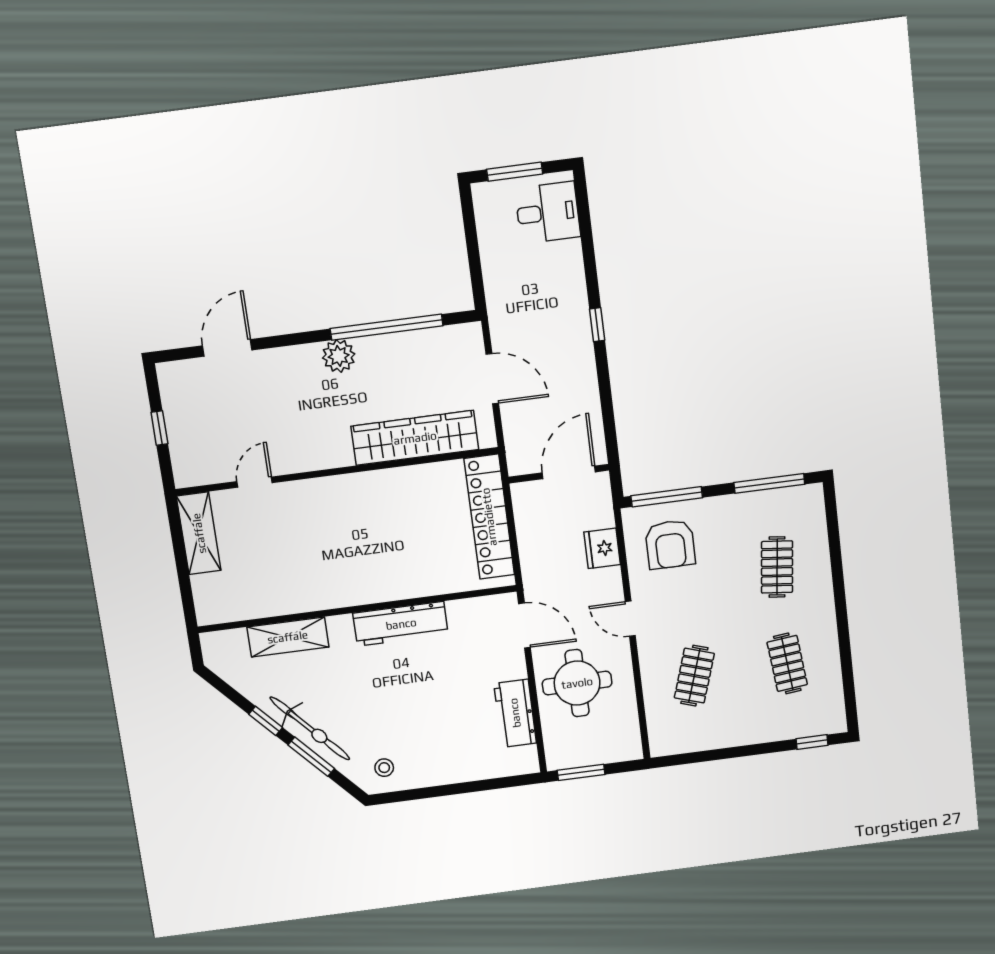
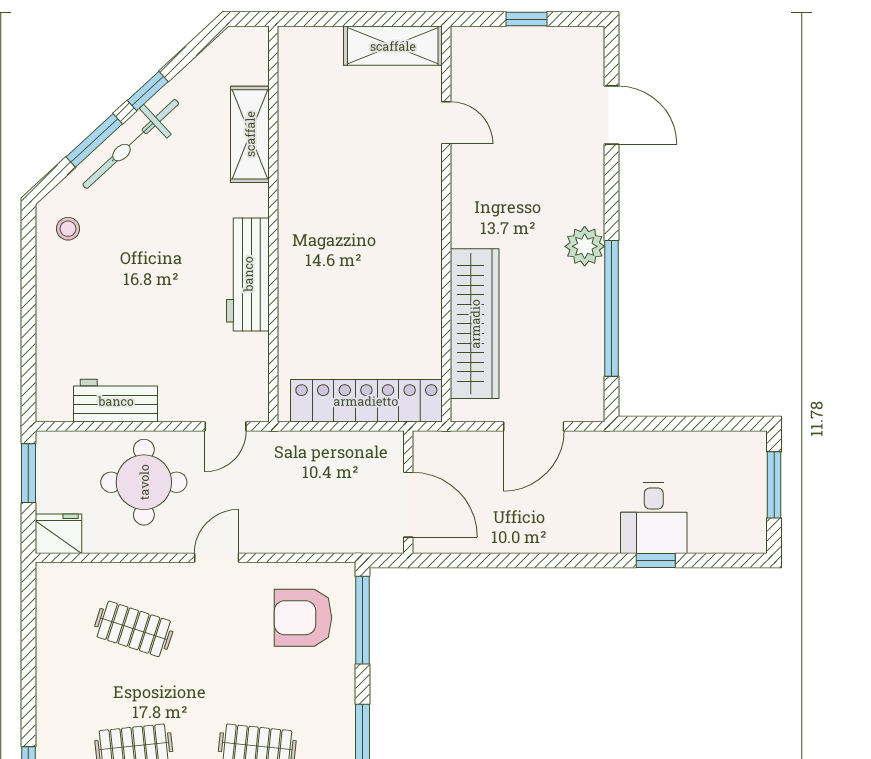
desk: (548, 213) -> (654, 518), moved
window: (597, 325) -> (656, 561), moved
fridge: (602, 548) -> (59, 534), moved
door: (524, 625) -> (226, 426), width x0.73

